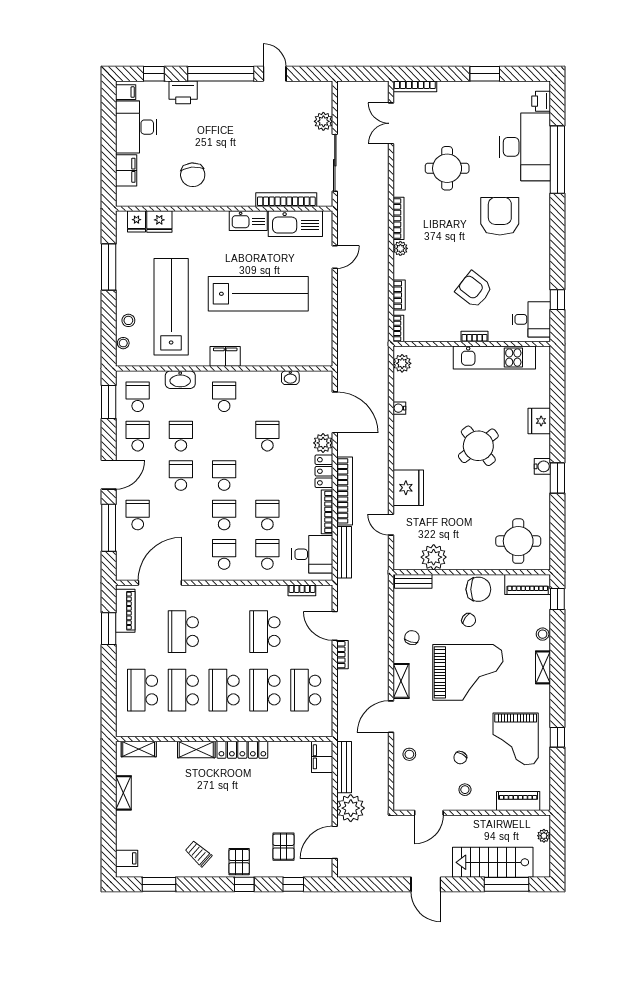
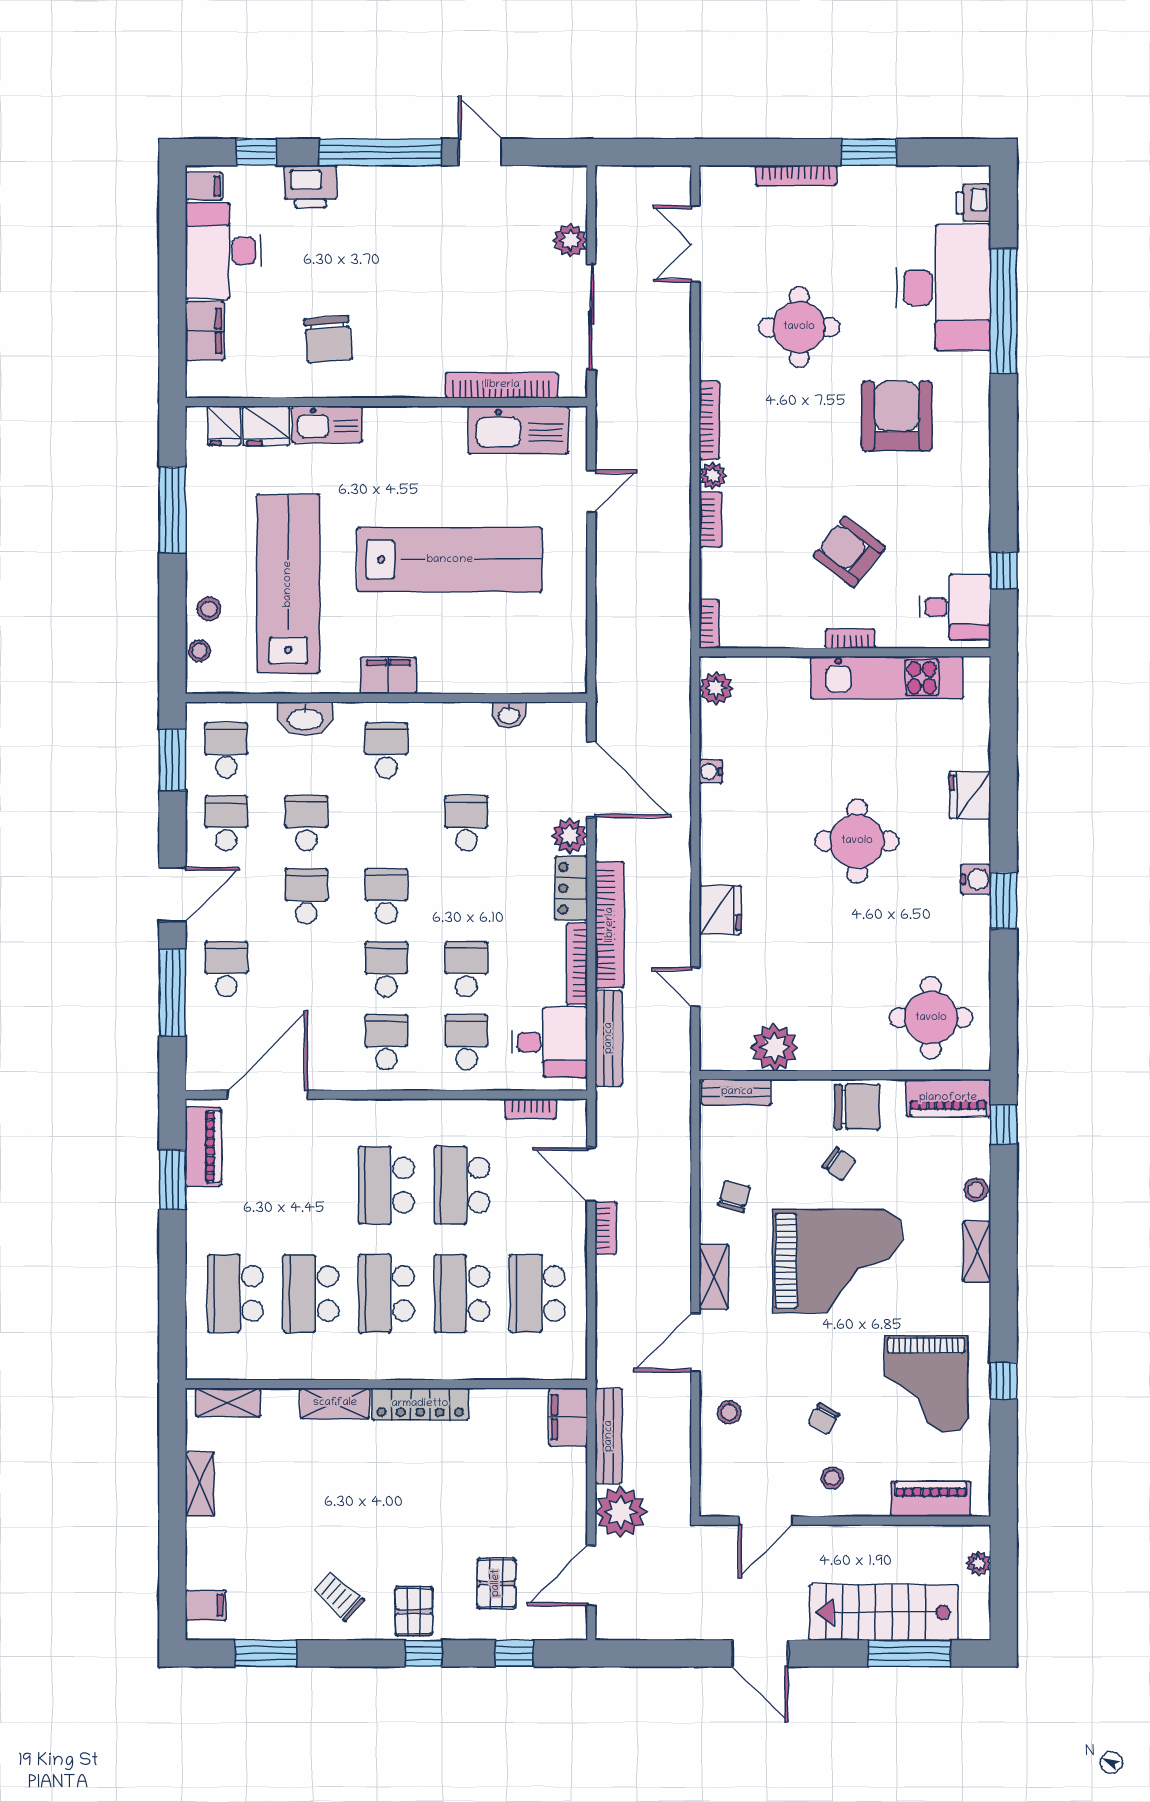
bookcase: (415, 86) -> (796, 175), moved
kitchen sink: (248, 221) -> (327, 424), moved
bookcase: (399, 295) -> (710, 520), moved
round table: (478, 446) -> (857, 841), turned 38
fridge: (408, 488) -> (720, 910), width x0.73, depth x0.75
school desk: (183, 632) -> (386, 1185), moved

